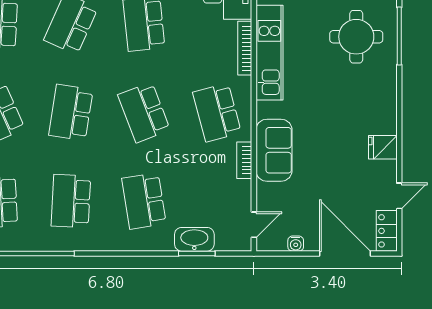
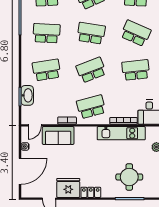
fridge: (383, 147) -> (68, 188), width x1.88, depth x1.34
sofa: (274, 150) -> (58, 136), moved
door: (254, 225) -> (35, 125), hinge flipped
locker: (387, 231) -> (91, 192), moved

